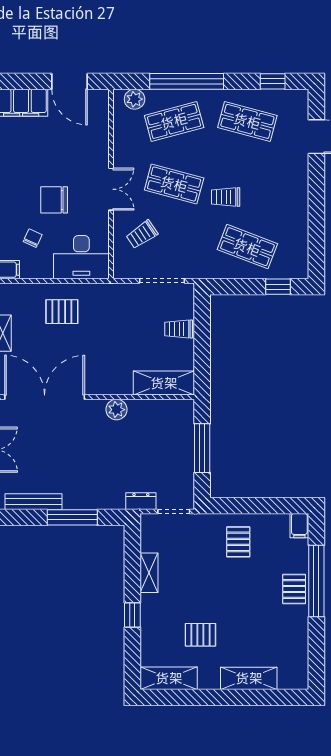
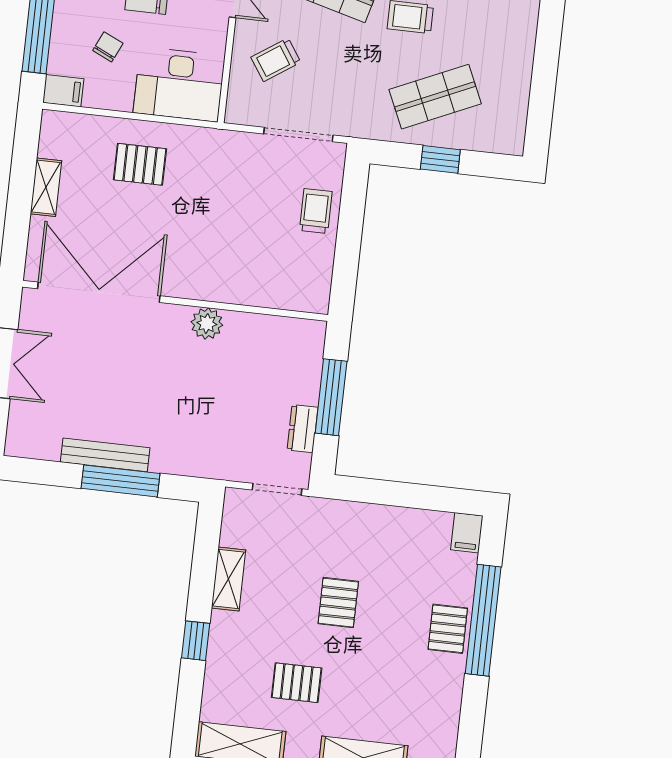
shop shelf: (247, 247) -> (435, 97), turned -45
window: (278, 287) -> (440, 159), moved
trolley: (179, 329) -> (316, 211), turned 90
shelving: (164, 383) -> (284, 291), removed
dresser: (141, 501) -> (302, 429), moved, turned -90
bench: (33, 502) -> (105, 455), moved
pallet: (238, 542) -> (338, 603), moved

